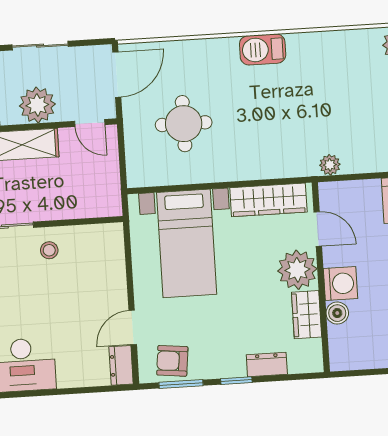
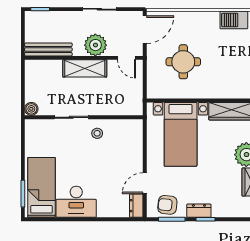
dresser: (267, 364) -> (199, 211), moved

